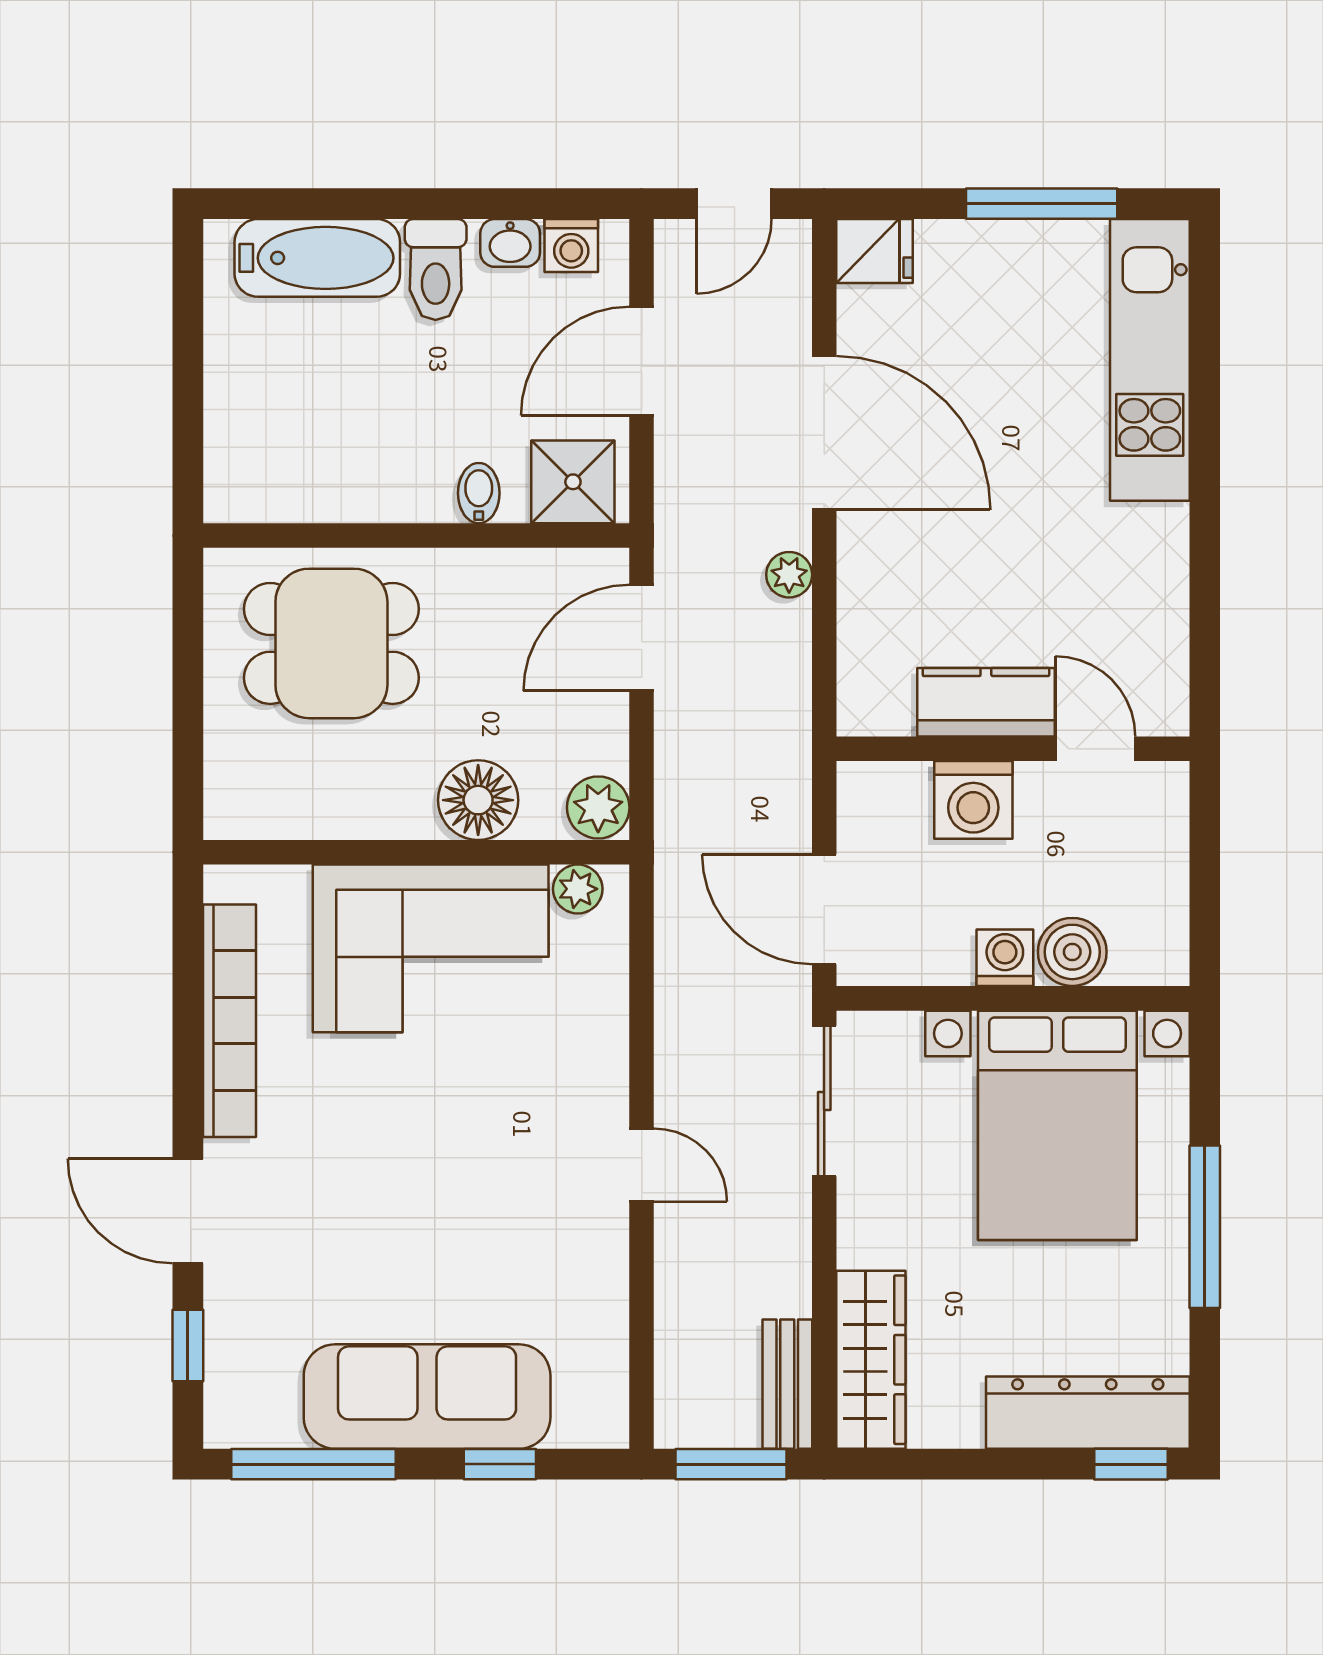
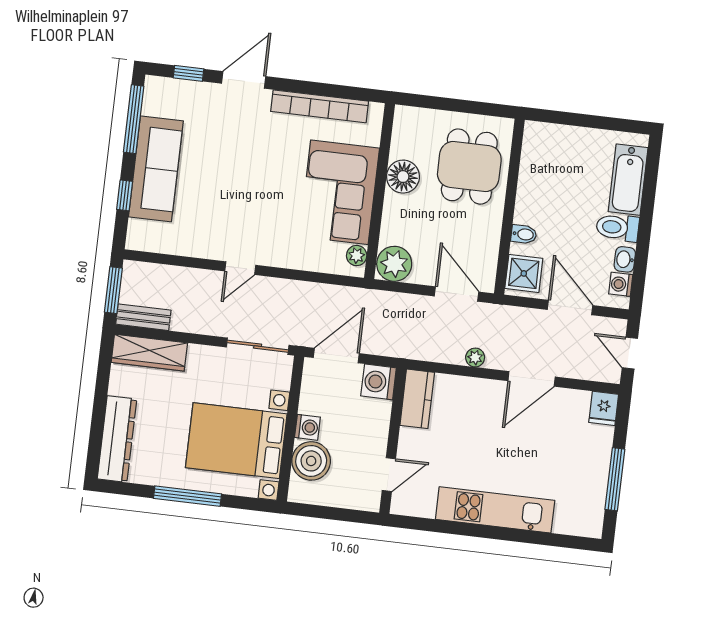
kitchen unit: (1150, 360) -> (495, 510), moved
door: (824, 433) -> (532, 379), width x0.73
kitchen counter: (986, 702) -> (417, 399), moved
floor lamp: (478, 800) -> (403, 177), moved
washing machine: (973, 800) -> (379, 382), moved
plant: (598, 807) -> (394, 264), width x1.36, depth x1.36
boiler: (1072, 952) -> (311, 461), width x1.37, depth x1.37
window: (1131, 1464) -> (94, 454), removed

